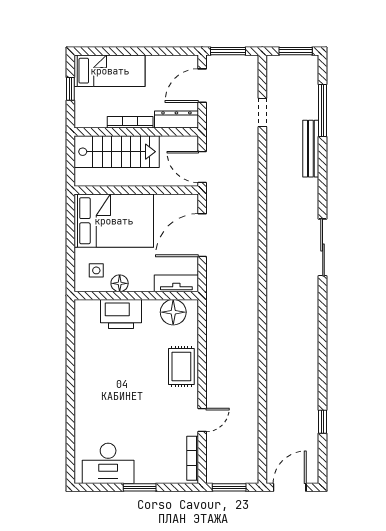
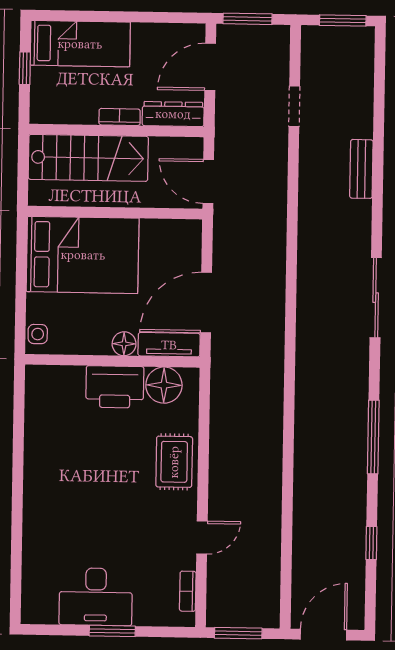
window: (323, 111) -> (373, 437), moved
bookcase: (130, 122) -> (120, 117), width x0.64
bench: (311, 149) -> (361, 169), width x0.73
door: (202, 235) -> (206, 303), moved
side table: (96, 270) -> (38, 334), moved
floor lamp: (120, 283) -> (124, 344), moved
printer: (121, 314) -> (115, 387), moved
bookcase: (193, 458) -> (188, 591), width x0.64
desk: (108, 463) -> (96, 597), moved

